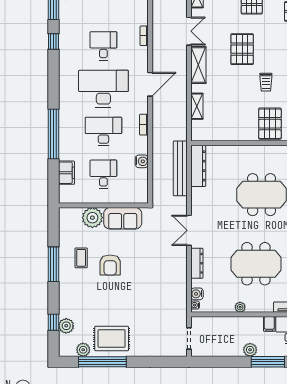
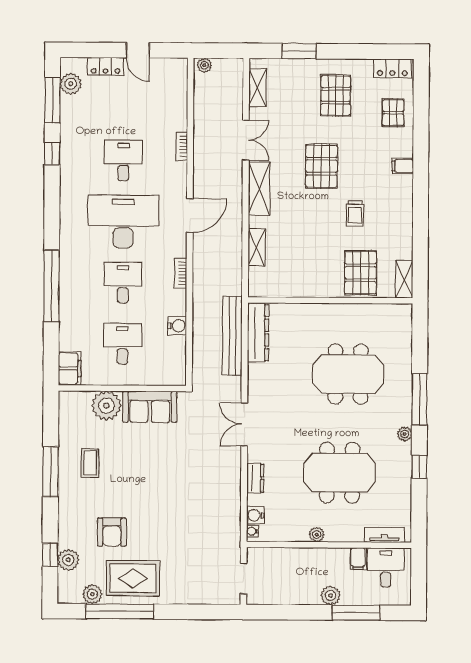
desk: (103, 131) -> (123, 283), width x0.73
filing cabinet: (66, 173) -> (70, 368), moved
dresser: (197, 263) -> (255, 478), width x0.70
armchair: (110, 265) -> (112, 532), moved

